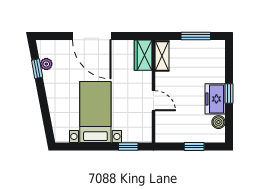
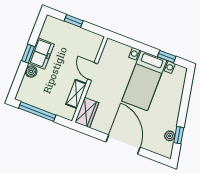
window: (196, 36) -> (37, 112), width x1.44
shelving: (162, 56) -> (76, 94), moved
boiler: (218, 122) -> (31, 72), moved
window: (128, 146) -> (167, 57), moved

